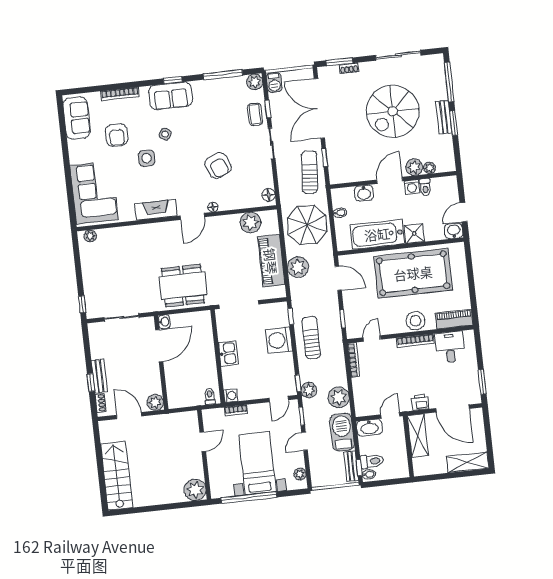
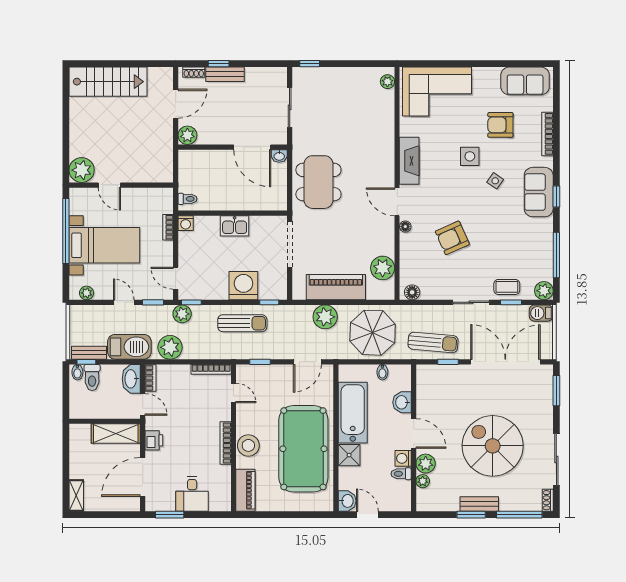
shoe rack: (349, 68) -> (548, 500), moved
desk: (450, 347) -> (192, 494), moved, turned 90
bookcase: (367, 411) -> (150, 378), added
door: (203, 442) -> (109, 185), moved
shelving: (468, 462) -> (76, 495), width x0.67, depth x0.75

